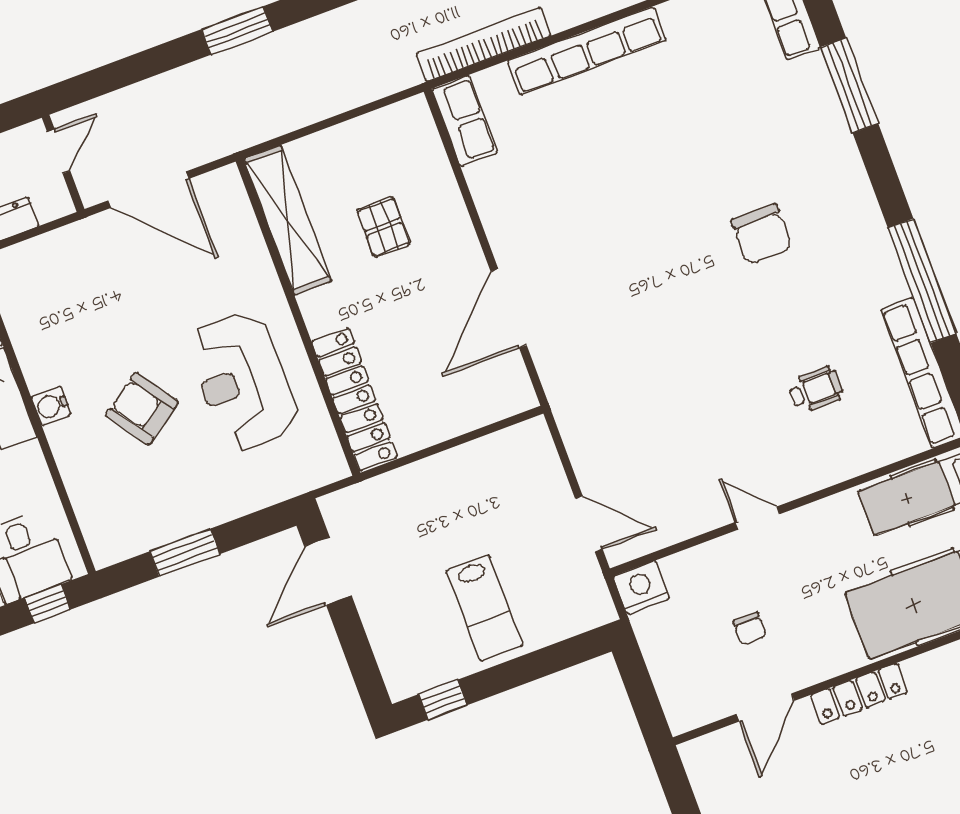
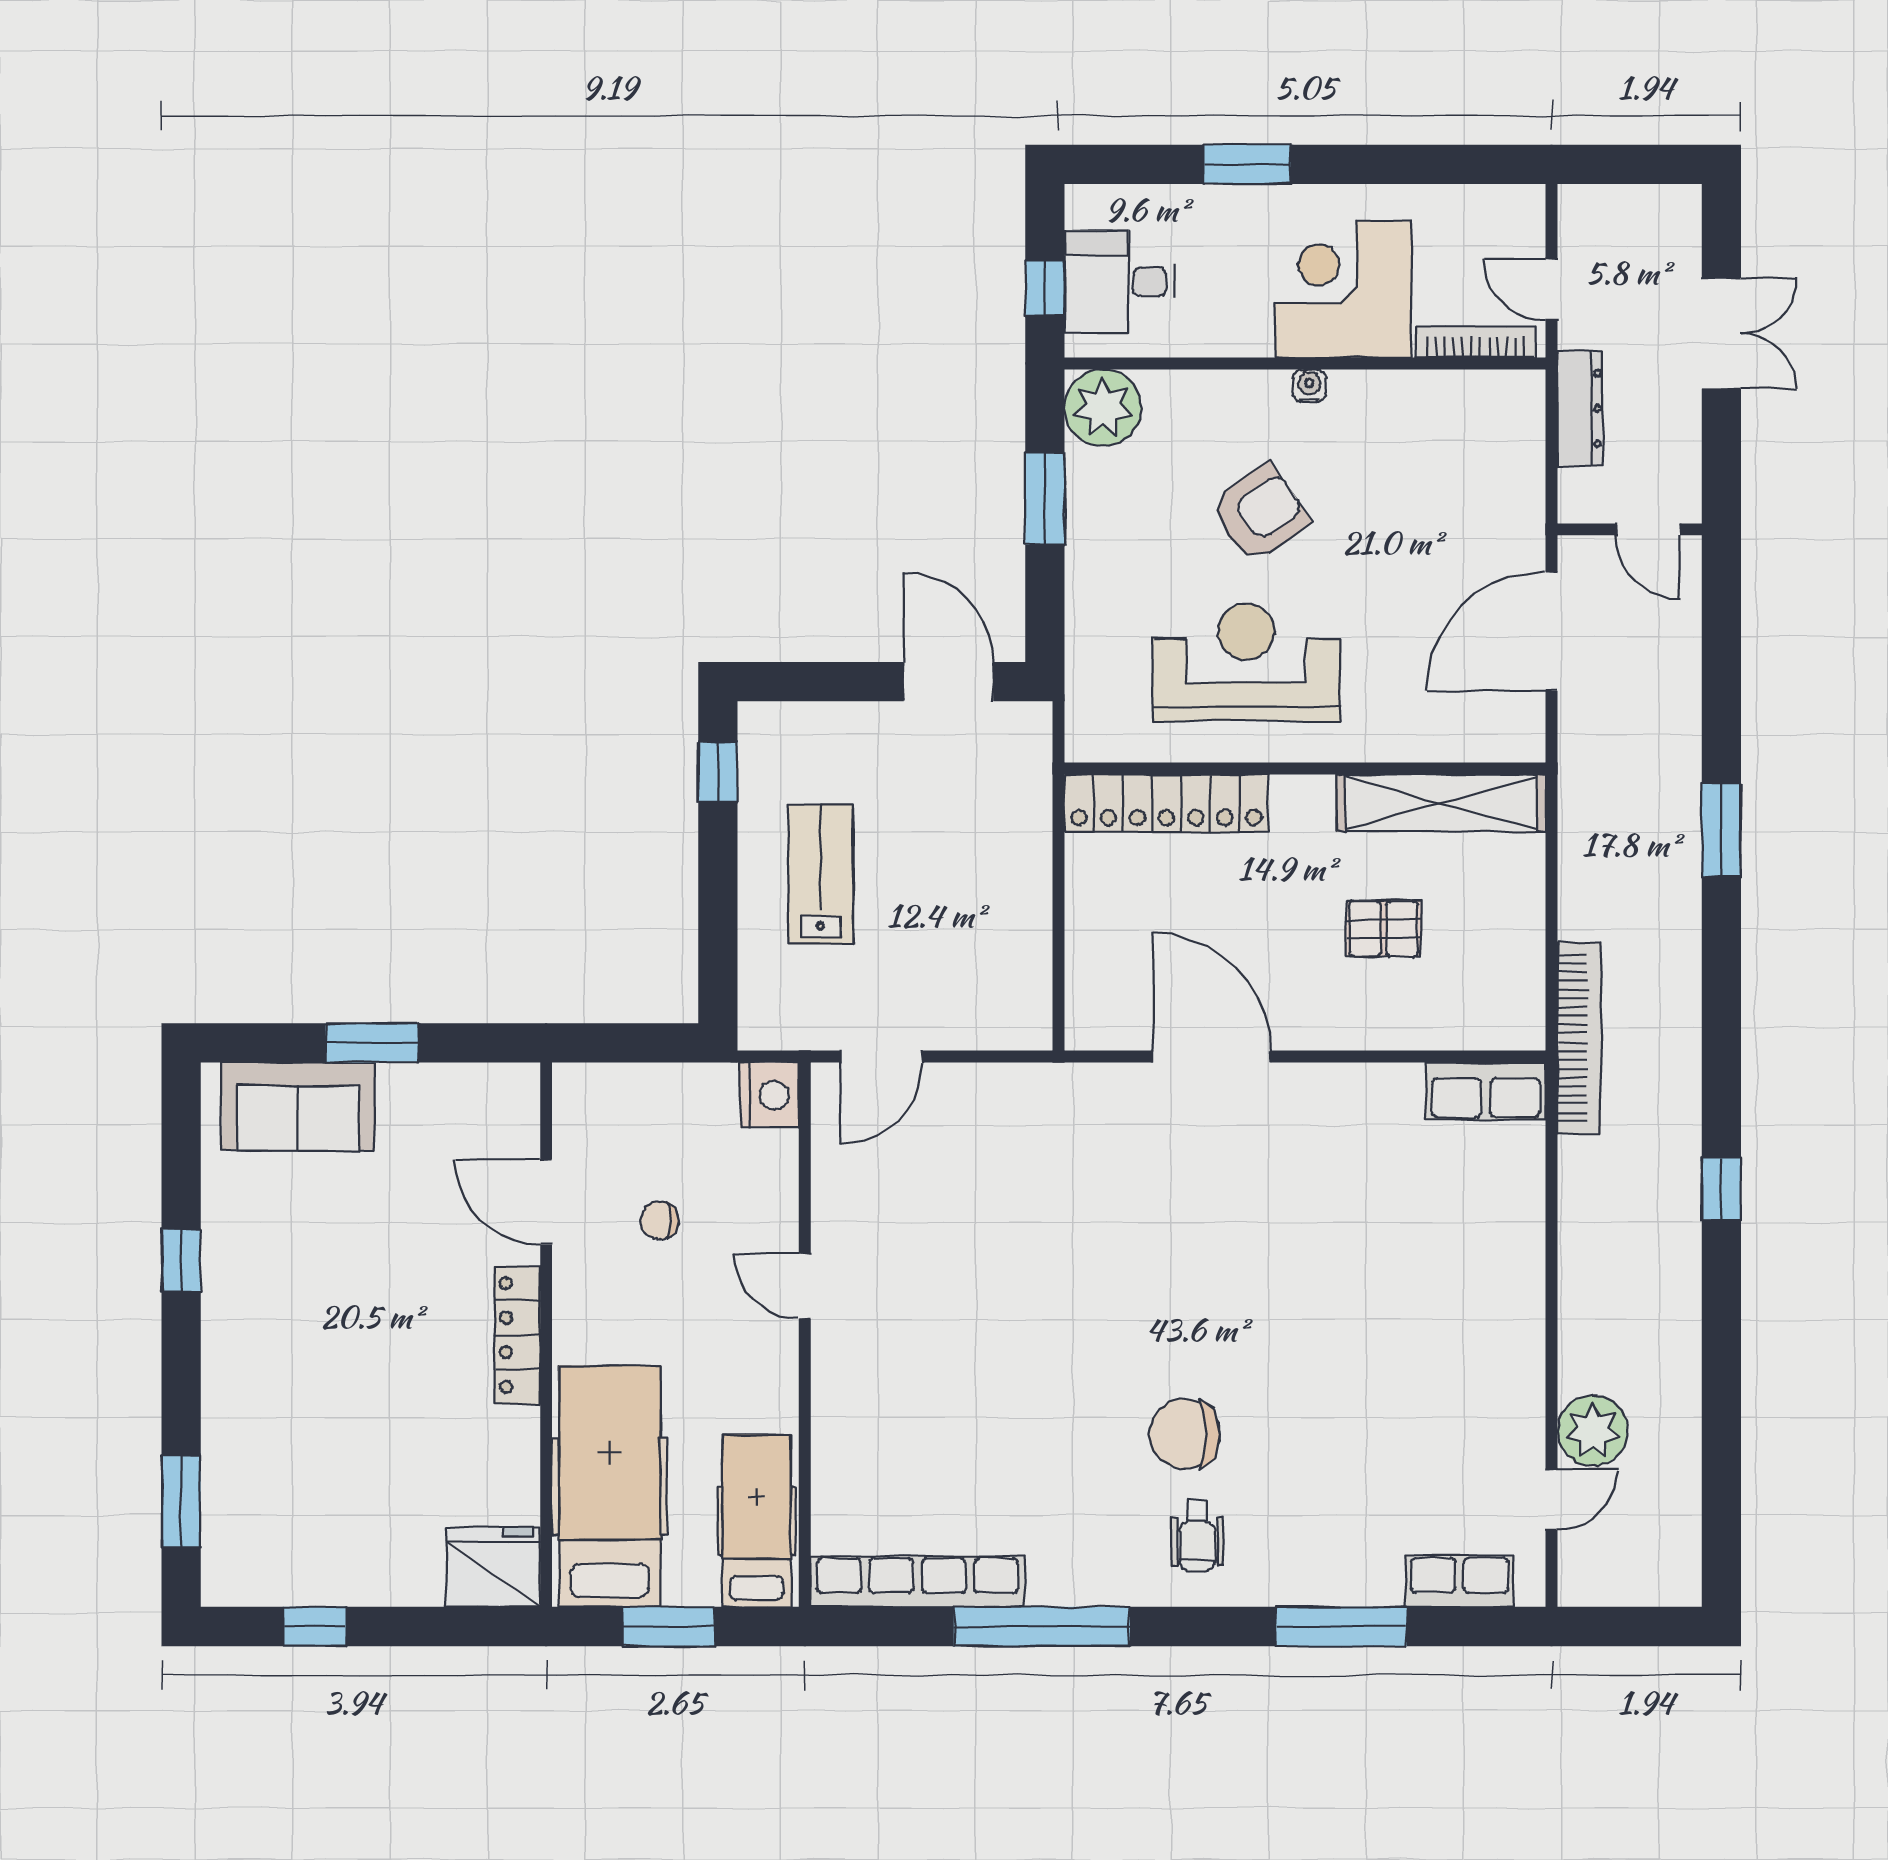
bookcase: (483, 45) -> (1579, 1038), moved
row of seats: (587, 51) -> (1519, 1290), removed
wheelchair: (816, 389) -> (1197, 1536), moved
water cooler: (51, 406) -> (1309, 386), width x0.72, depth x0.72
door: (757, 518) -> (805, 1286), swing flipped
plant: (112, 537) -> (1103, 408), added
lab bench: (485, 608) -> (820, 874), turned 90

